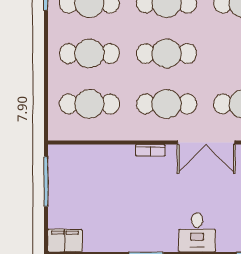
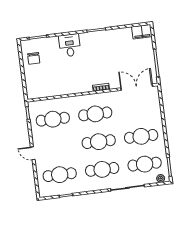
cafe table: (89, 104) -> (138, 109), removed
double door: (206, 143) -> (137, 87), moved

